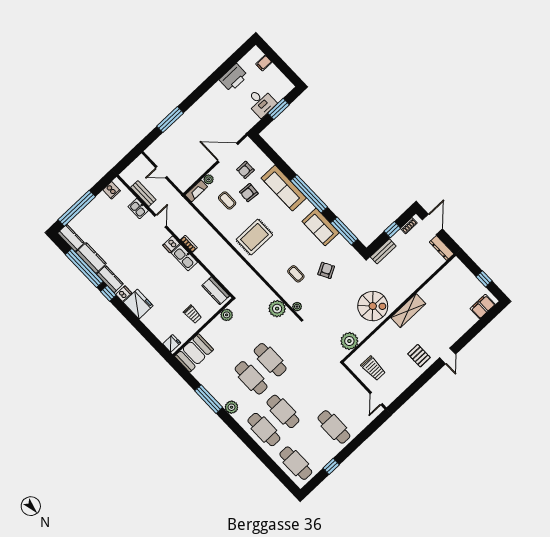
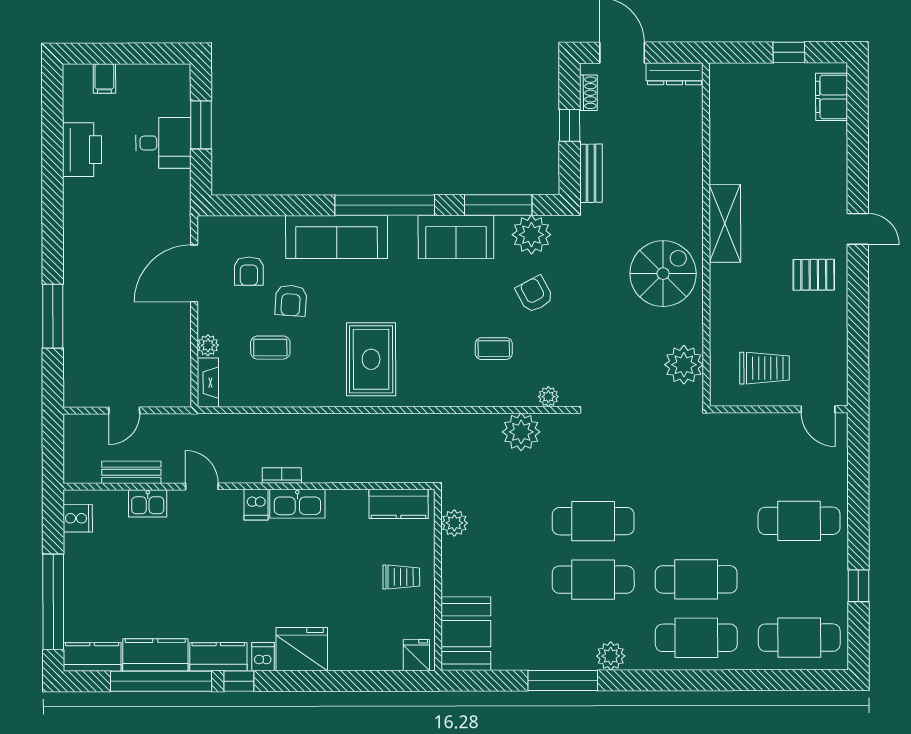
plant: (345, 251) -> (531, 235), added

